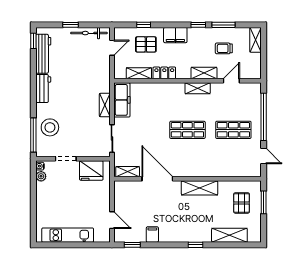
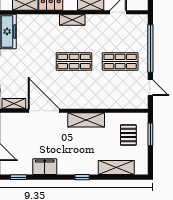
shelving: (198, 88) -> (72, 20), moved
filing cabinet: (152, 234) -> (45, 167), width x2.00

